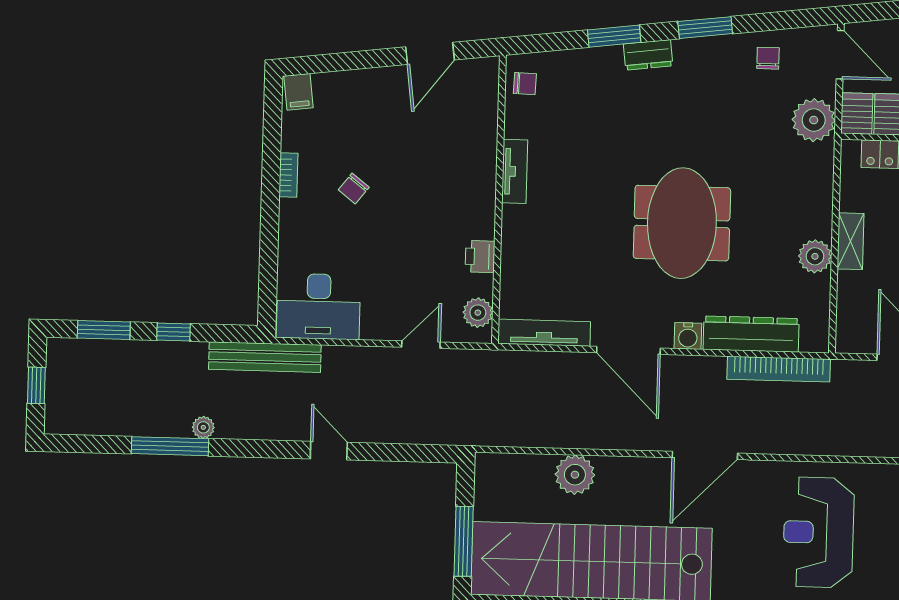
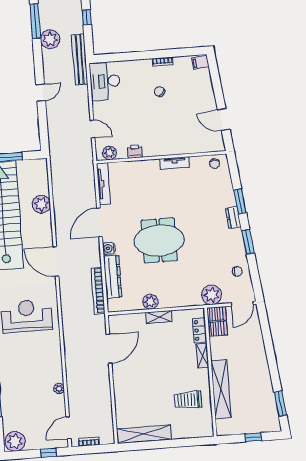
plant: (203, 427) -> (50, 39), width x1.88, depth x1.88

